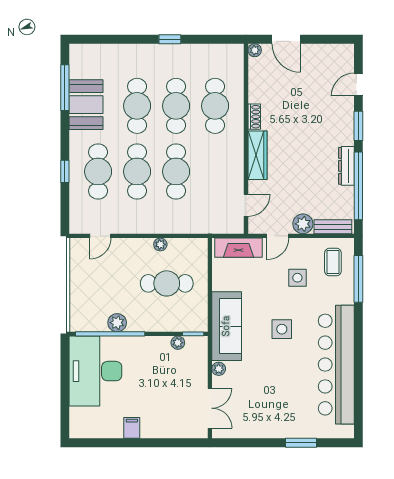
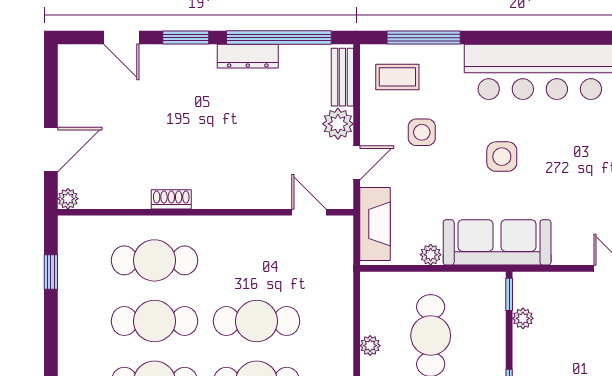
window: (170, 39) -> (51, 272), moved
wardrobe: (257, 155) -> (231, 194), removed
door: (278, 236) -> (357, 163), hinge flipped
plant: (219, 369) -> (431, 255), moved

